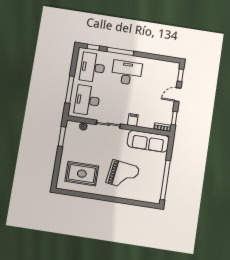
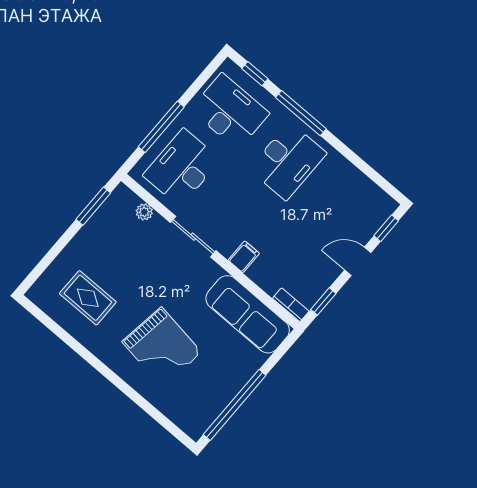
desk: (93, 67) -> (230, 111), turned 90
desk: (127, 73) -> (288, 161), turned 90
rug: (82, 174) -> (88, 298), width x0.73, depth x0.70

